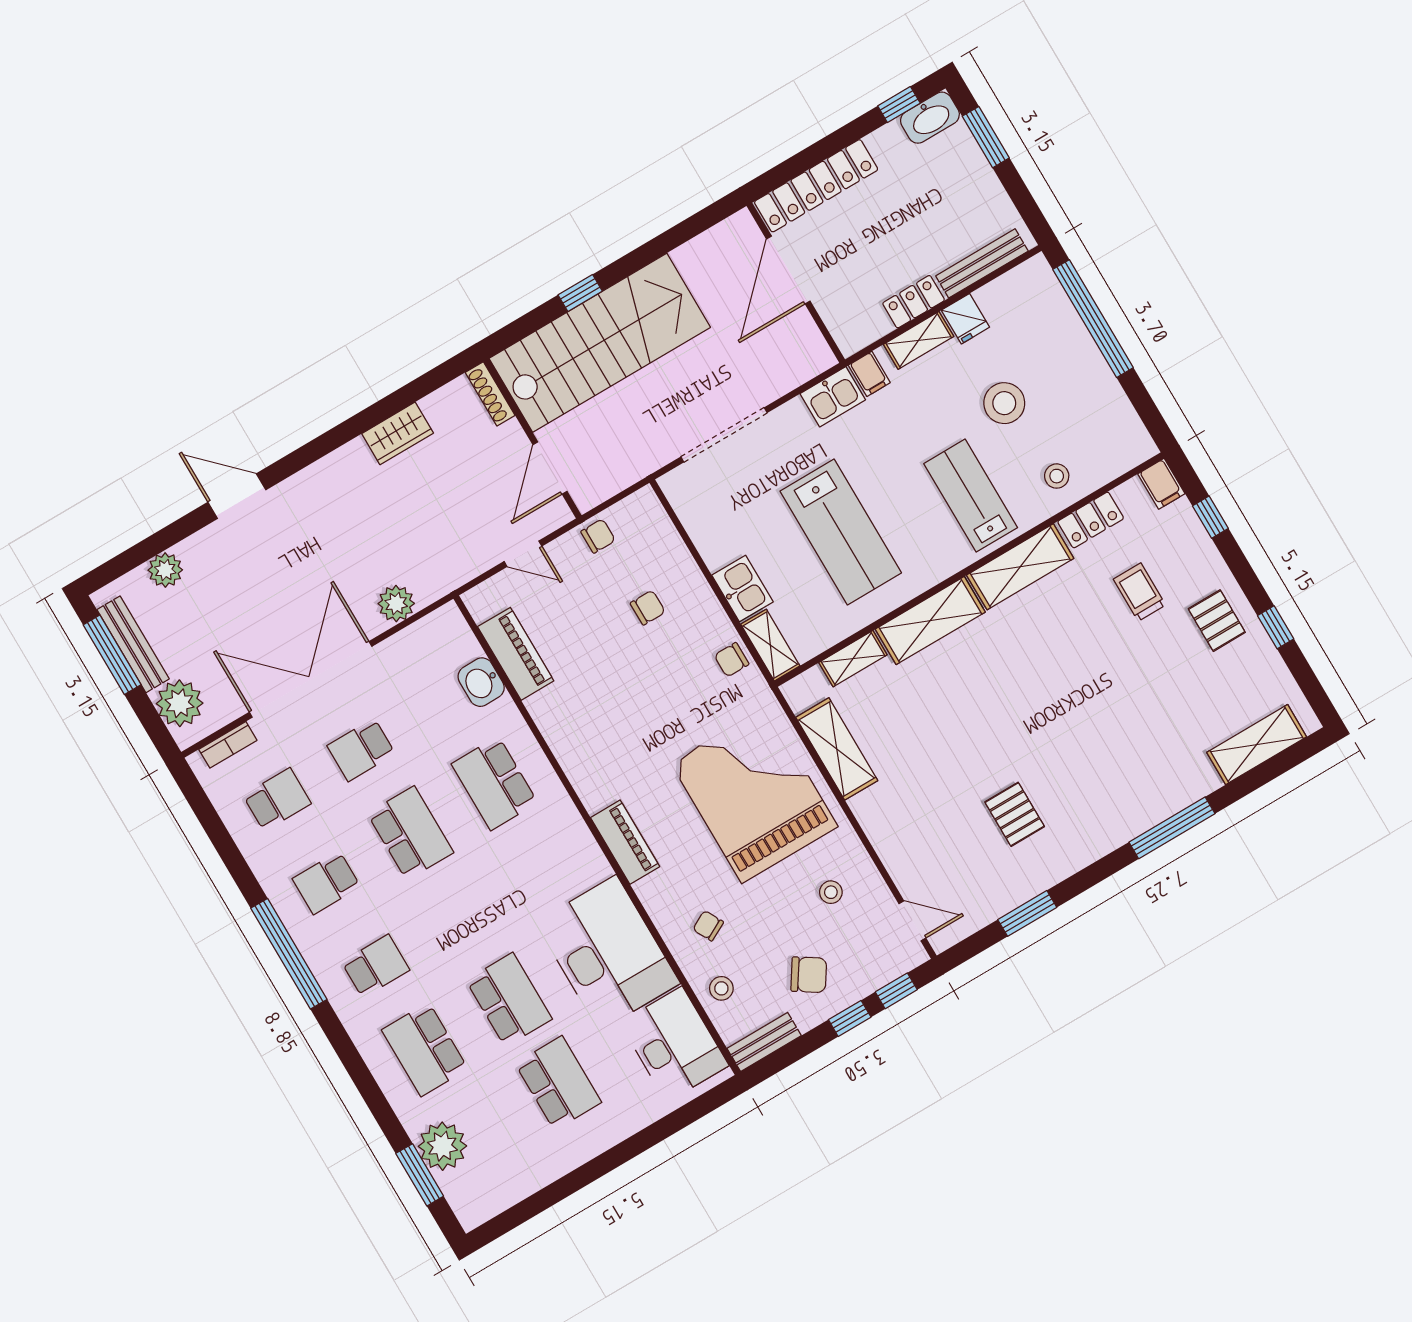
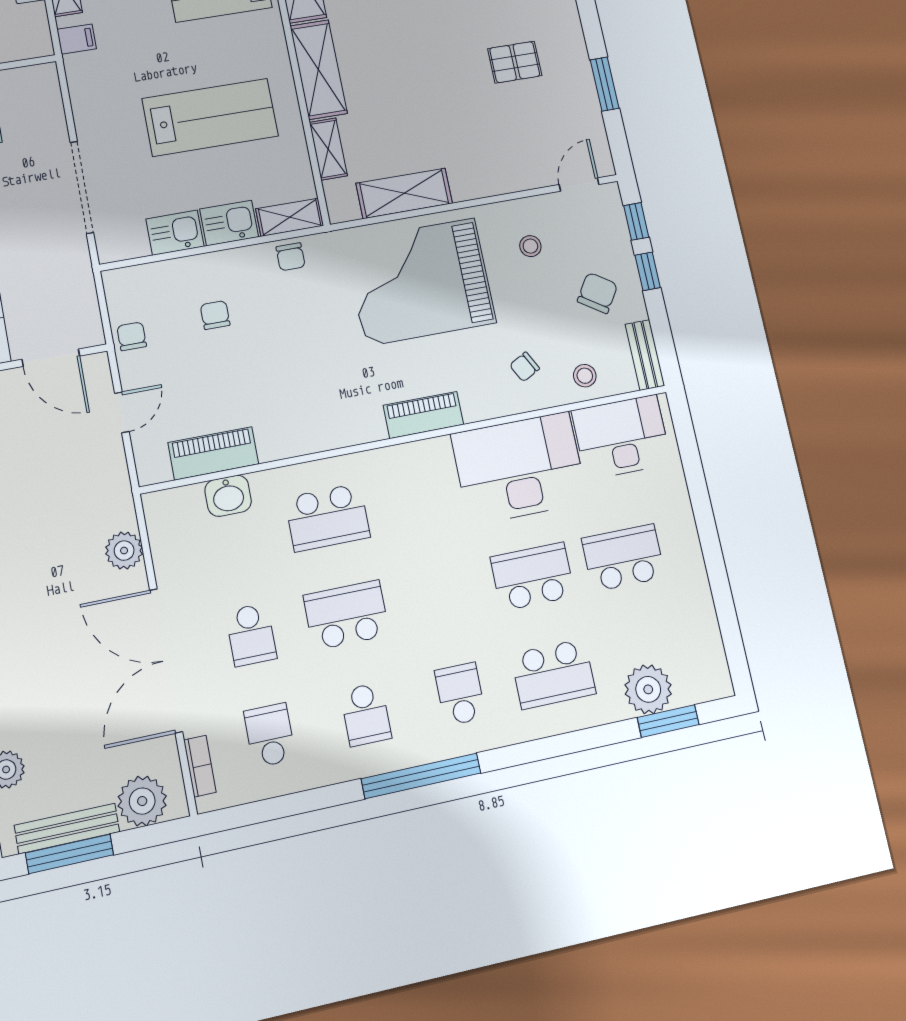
kitchen sink: (833, 397) -> (175, 233), moved, turned -90

